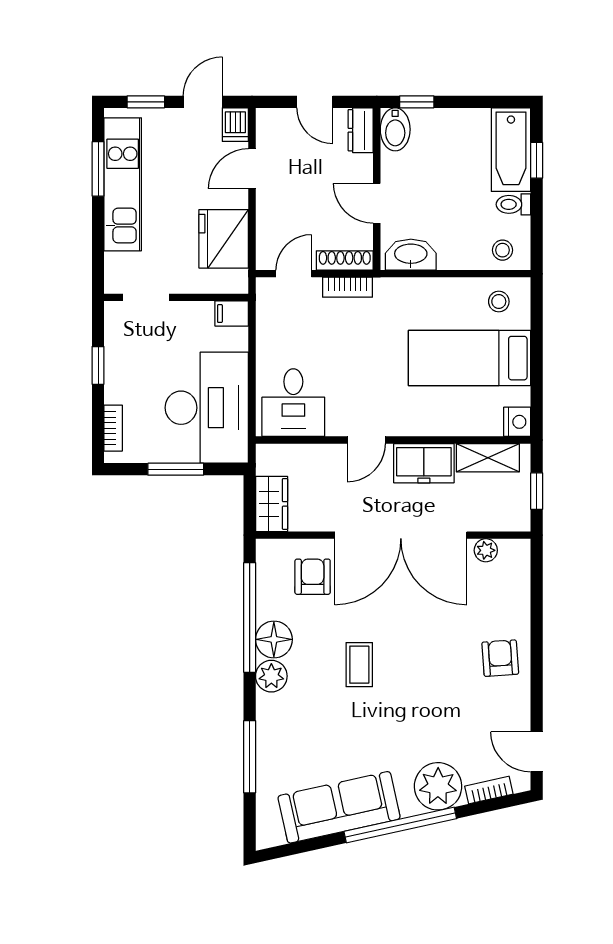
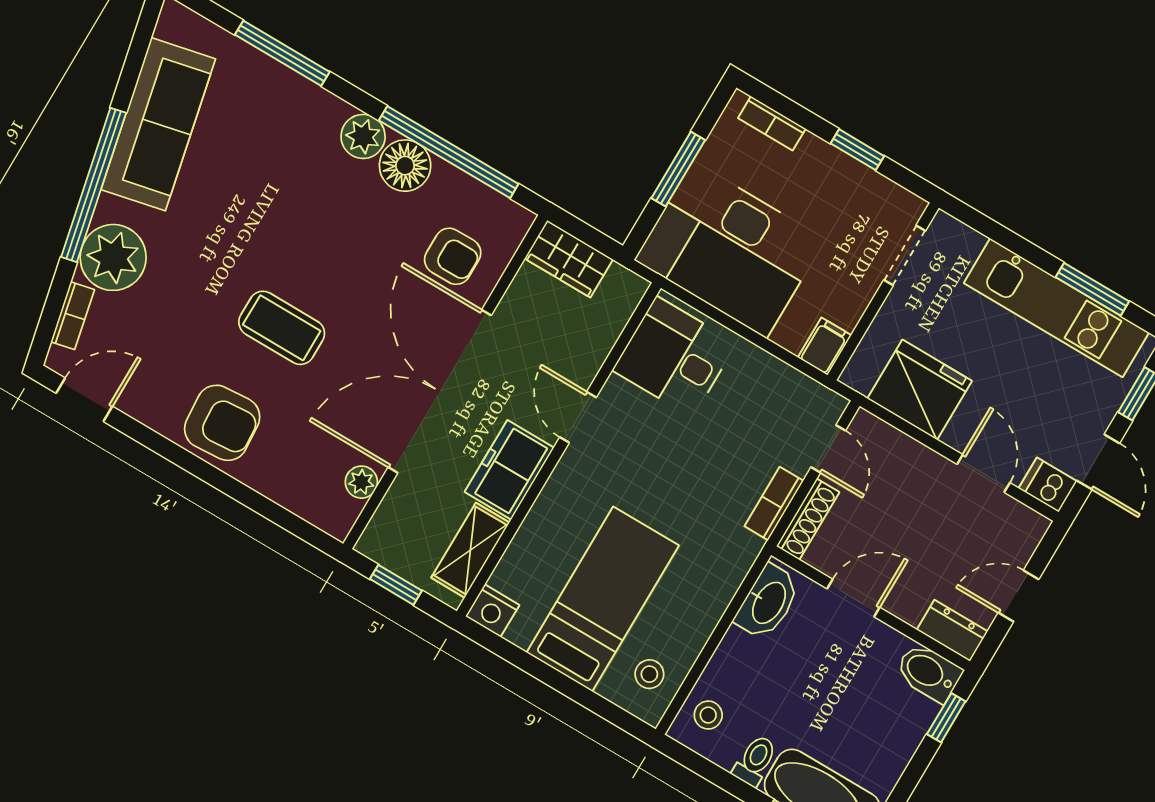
armchair: (500, 658) -> (222, 423), width x1.38, depth x1.38
coffee table: (359, 665) -> (282, 328), moved, width x1.36, depth x1.30

